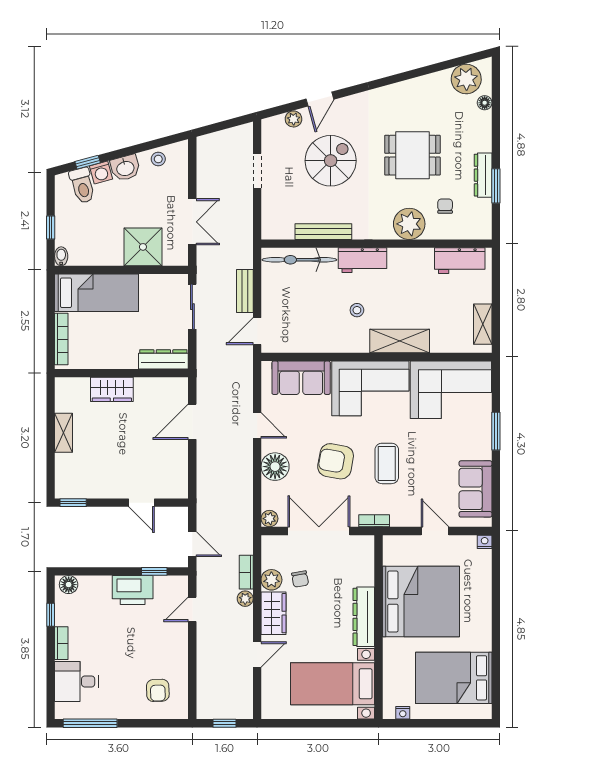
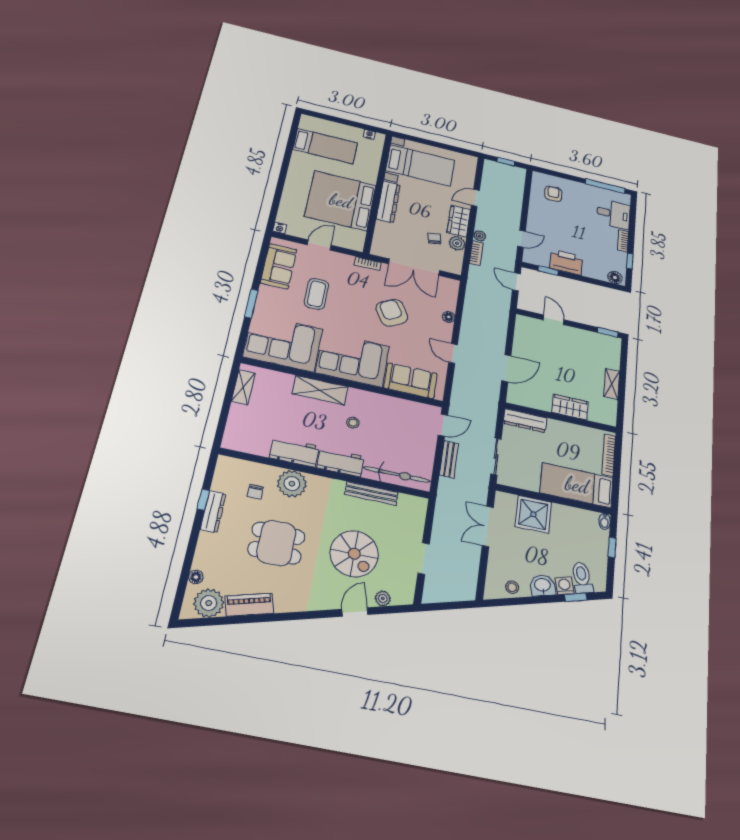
piano: (426, 85) -> (249, 605), added
spiral stairs: (331, 161) -> (354, 554), turned -90
window: (496, 186) -> (203, 500), width x0.67
workbench: (460, 261) -> (294, 452), moved
armchair: (336, 461) -> (392, 313), turned -130
coffee table: (387, 463) -> (316, 294), moved
floor lamp: (275, 467) -> (449, 317), width x0.53, depth x0.53
plant: (269, 519) -> (453, 285), removed
door: (435, 531) -> (319, 245), swing flipped
bed: (454, 678) -> (325, 146), width x0.67

